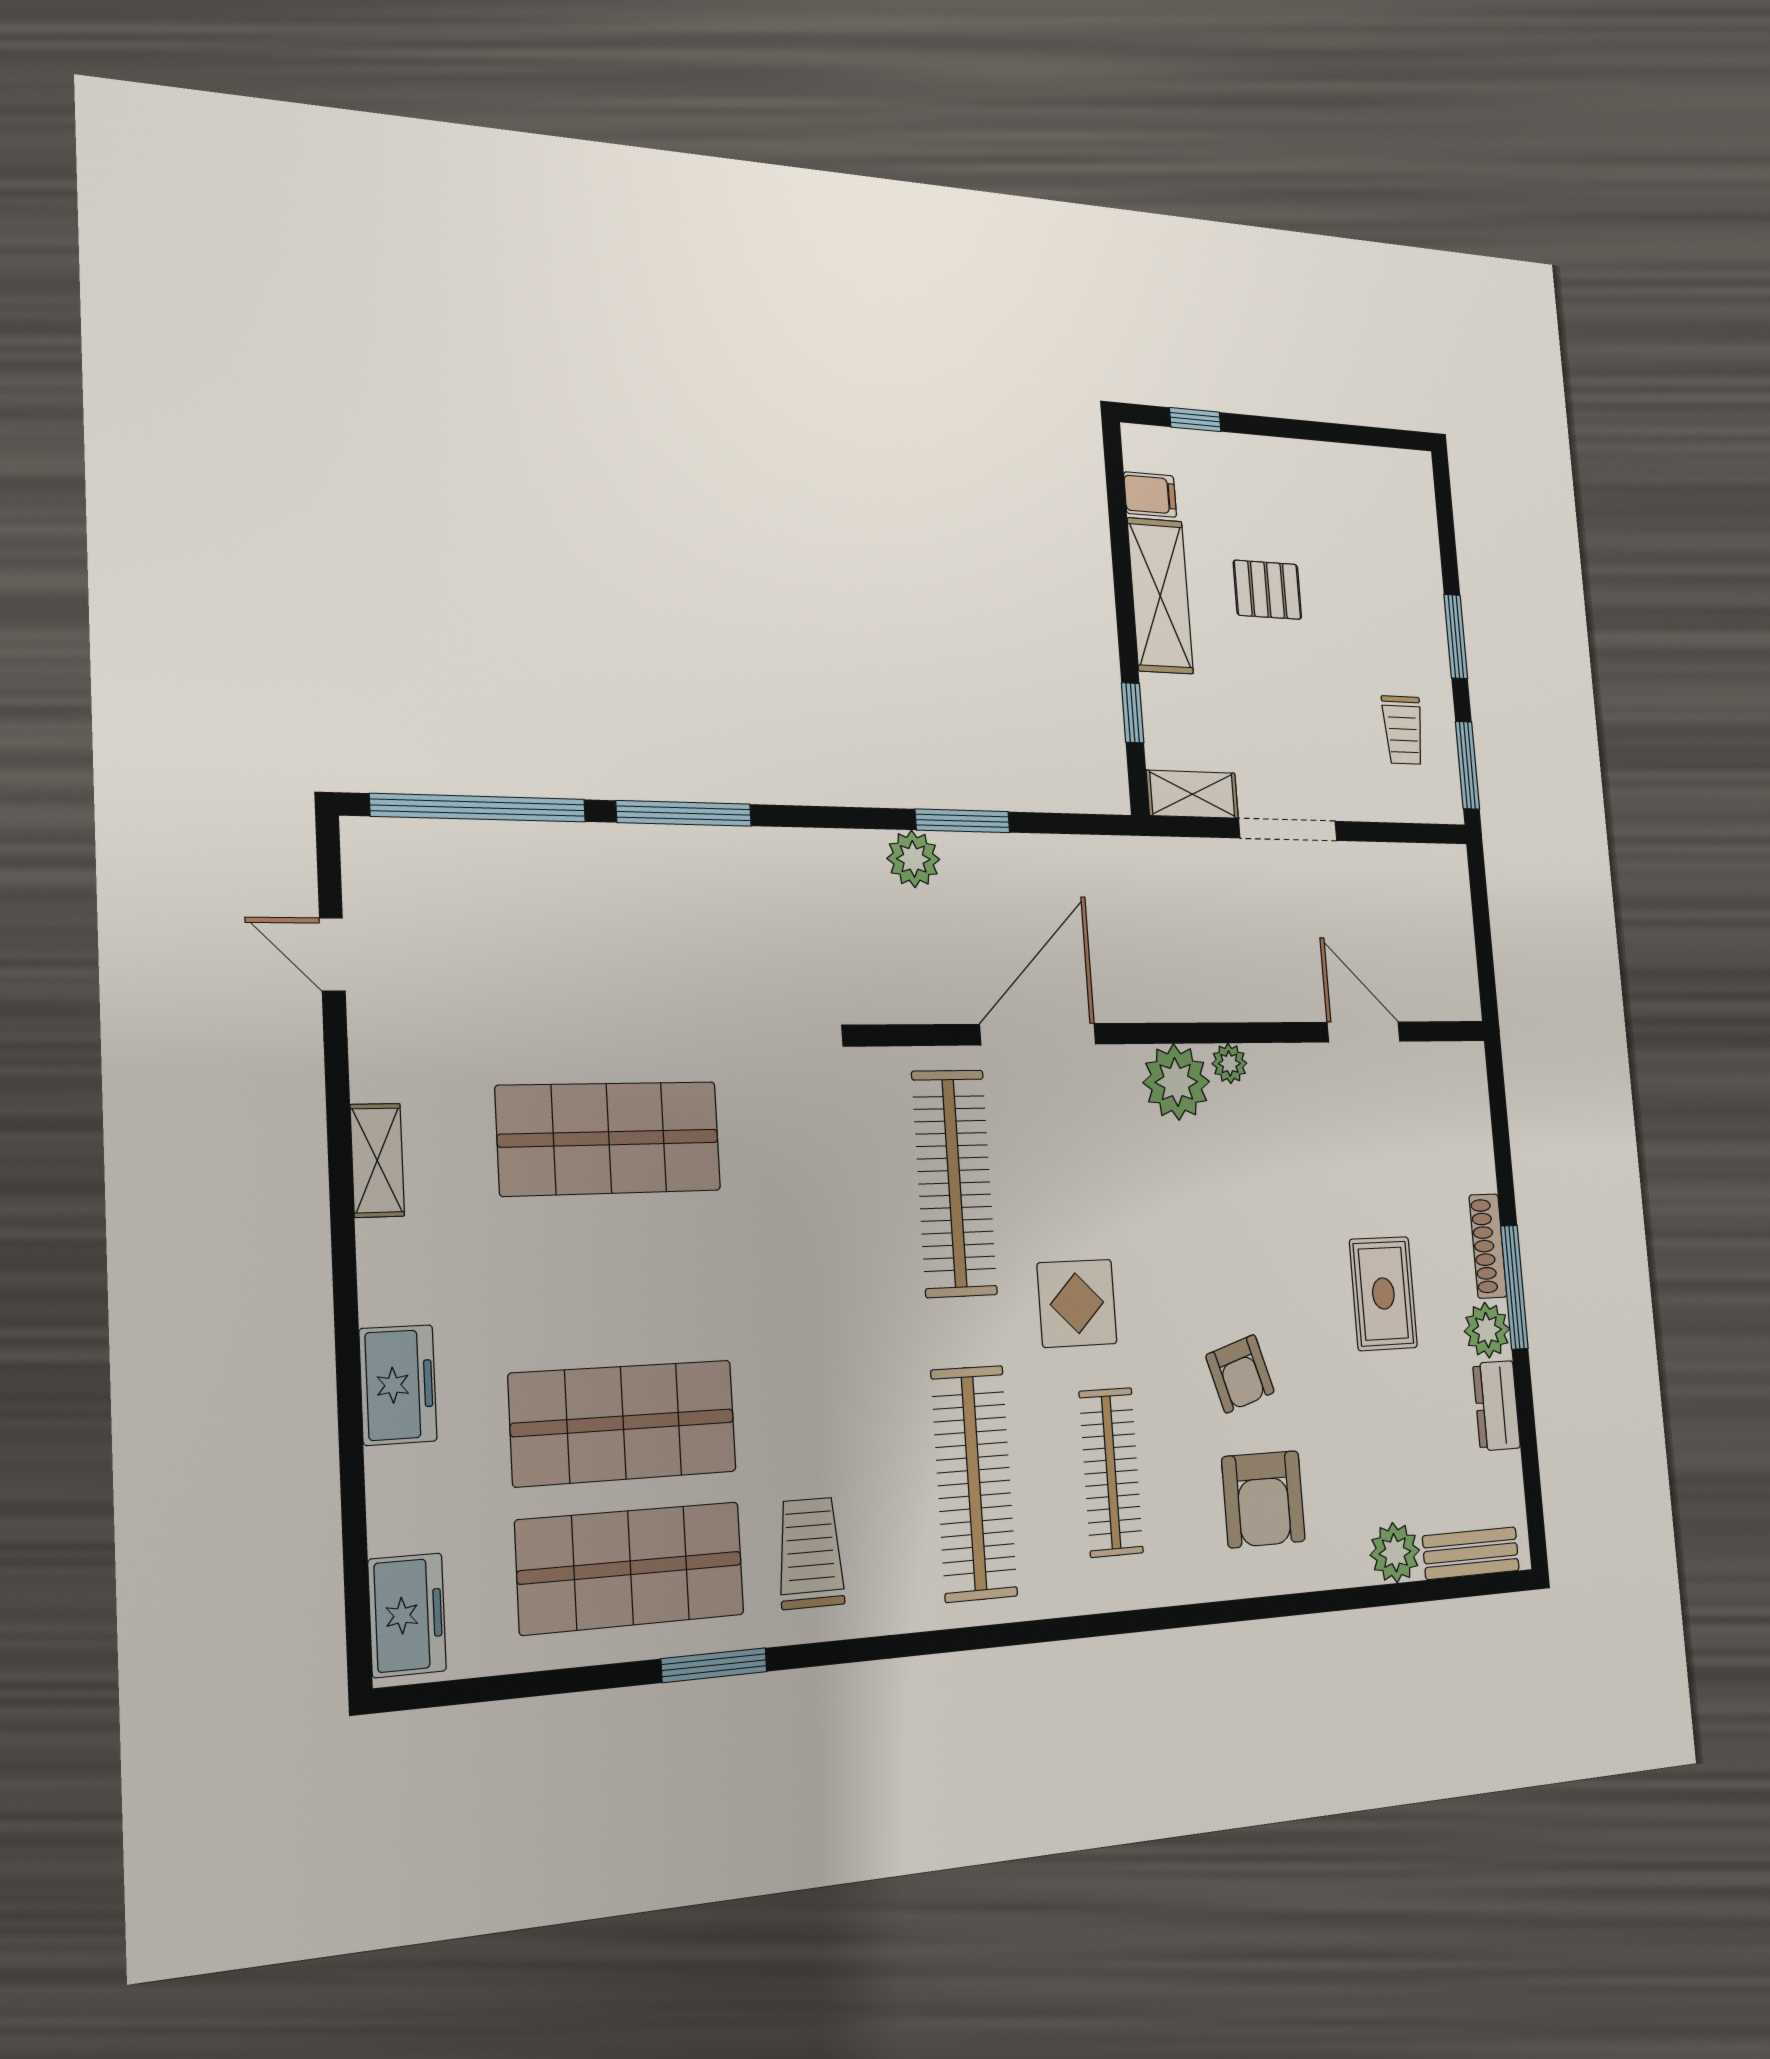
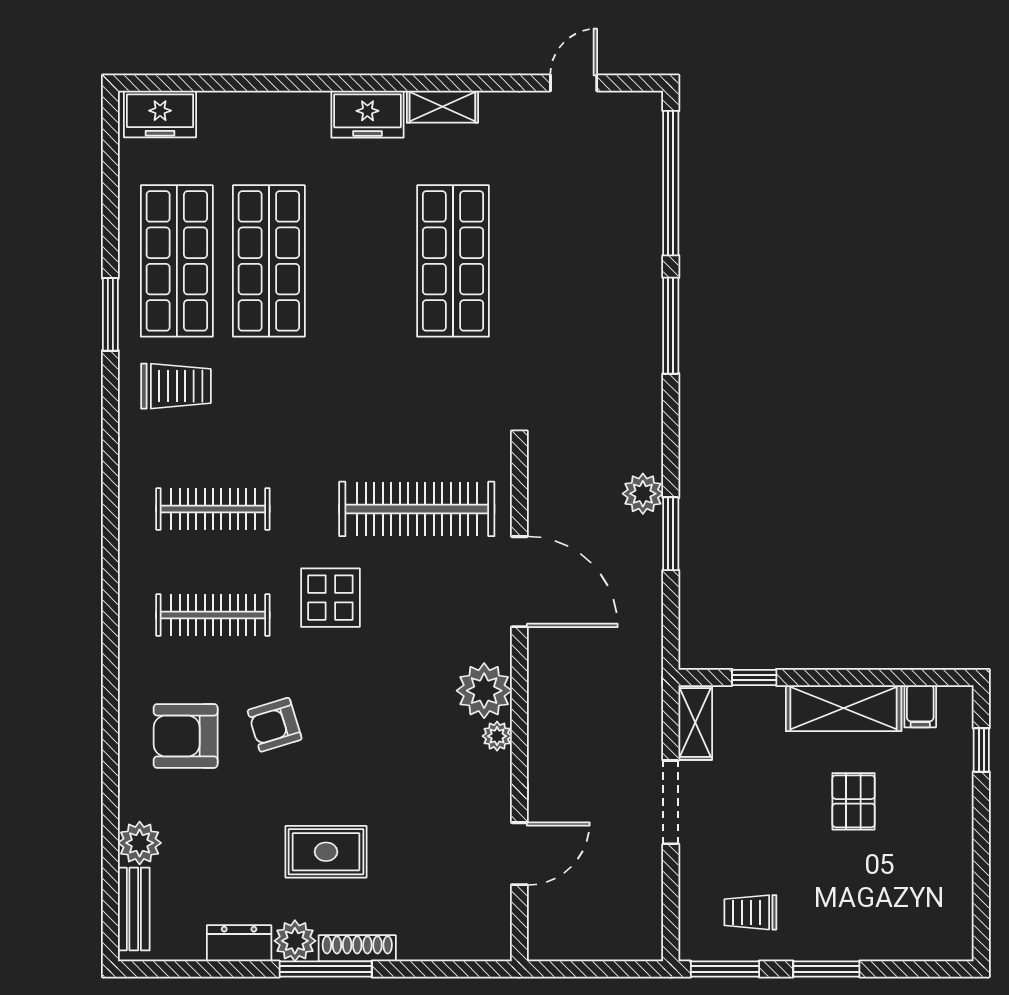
freezer: (398, 1385) -> (367, 114), moved
clothes rail: (974, 1483) -> (213, 509), width x0.73, depth x0.76

